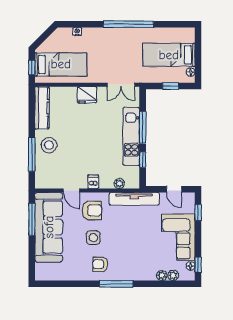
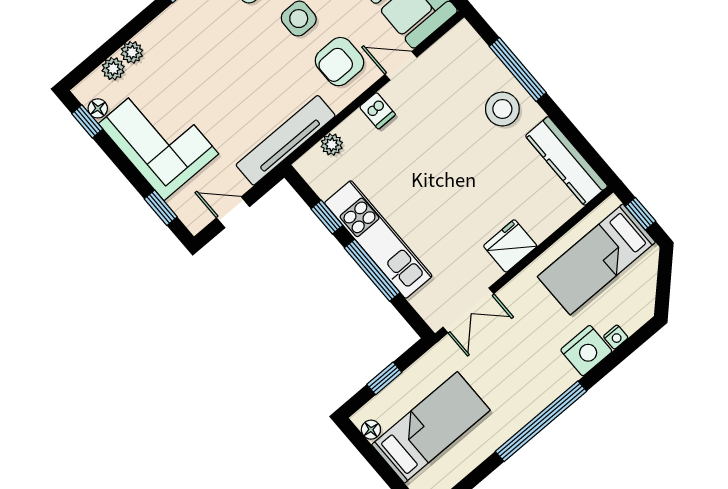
nightstand: (92, 35) -> (586, 351), added
double door: (121, 85) -> (468, 310), swing flipped

